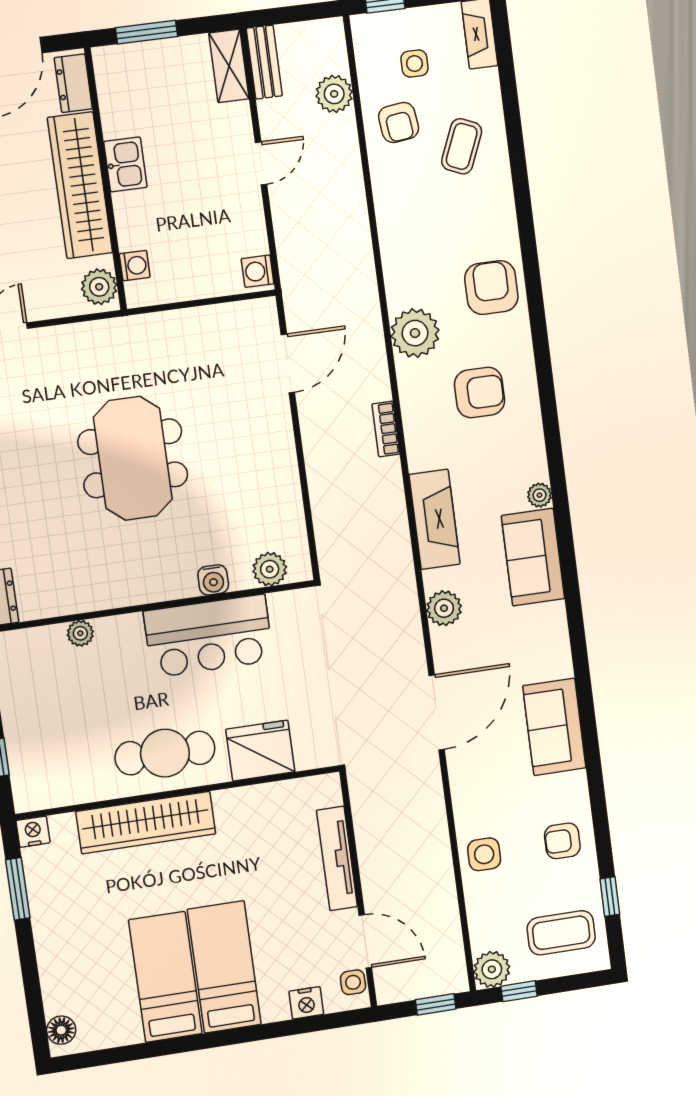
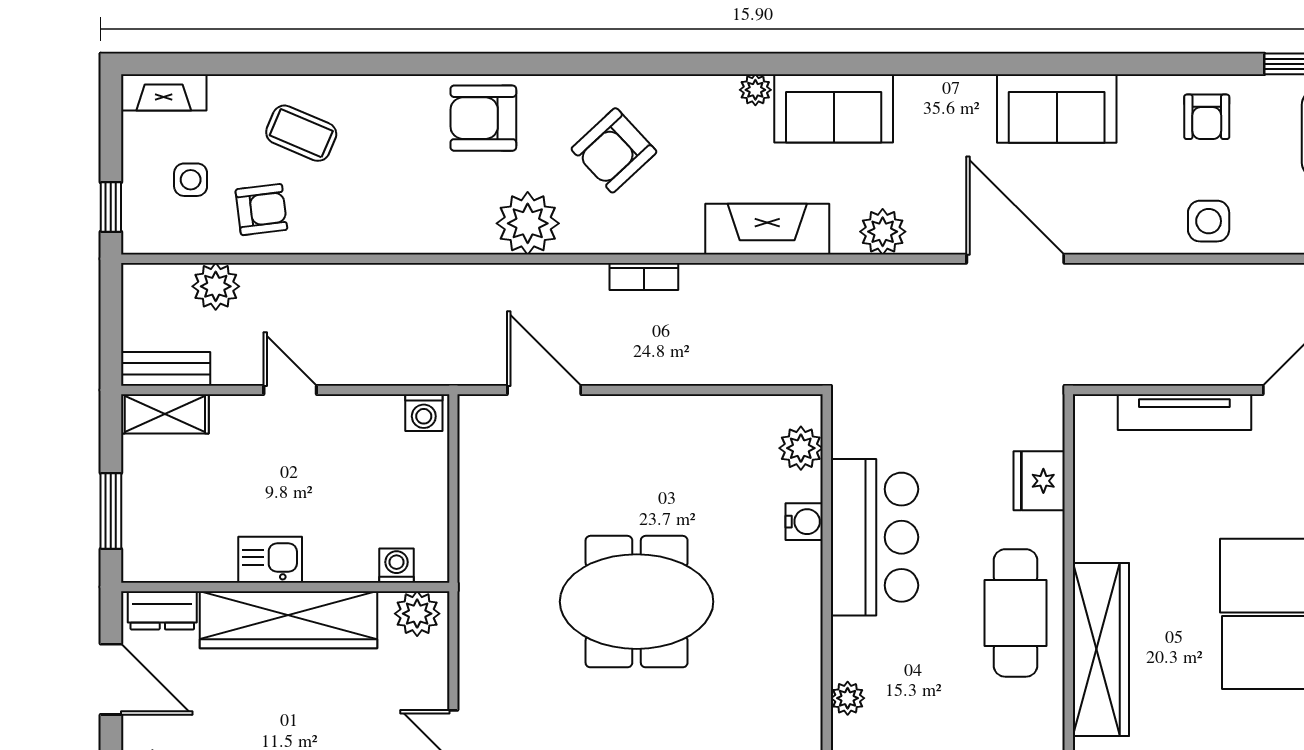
armchair: (480, 392) -> (614, 150), turned -133
fridge: (260, 751) -> (1039, 481), width x0.73, depth x0.75

